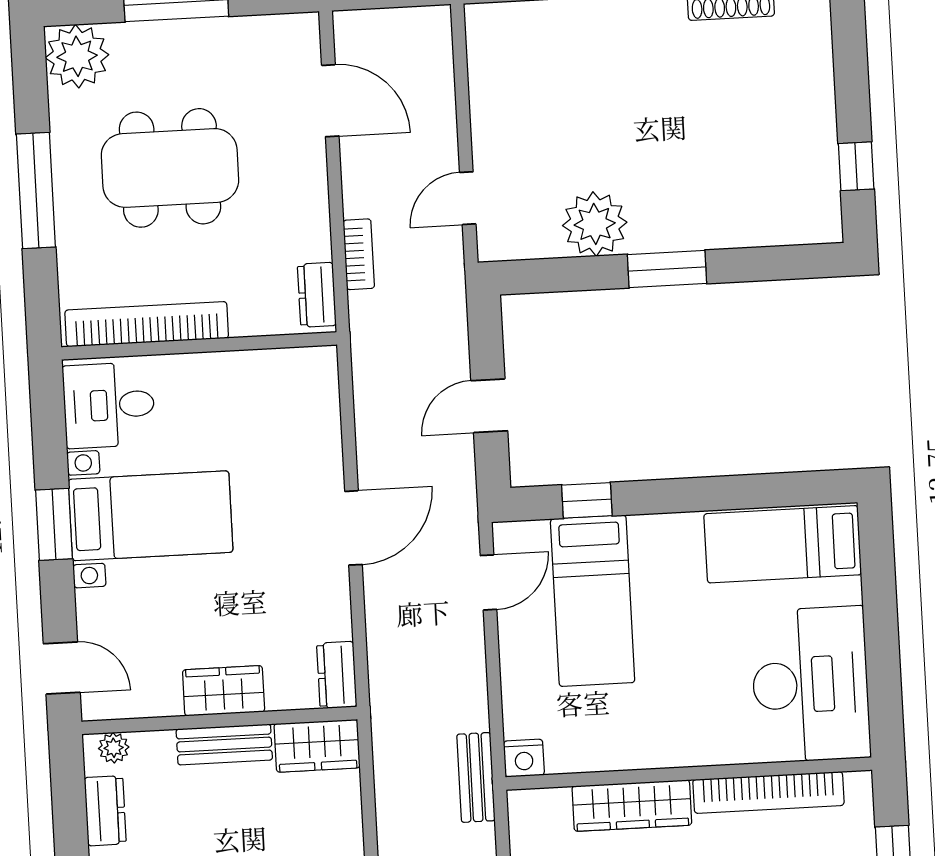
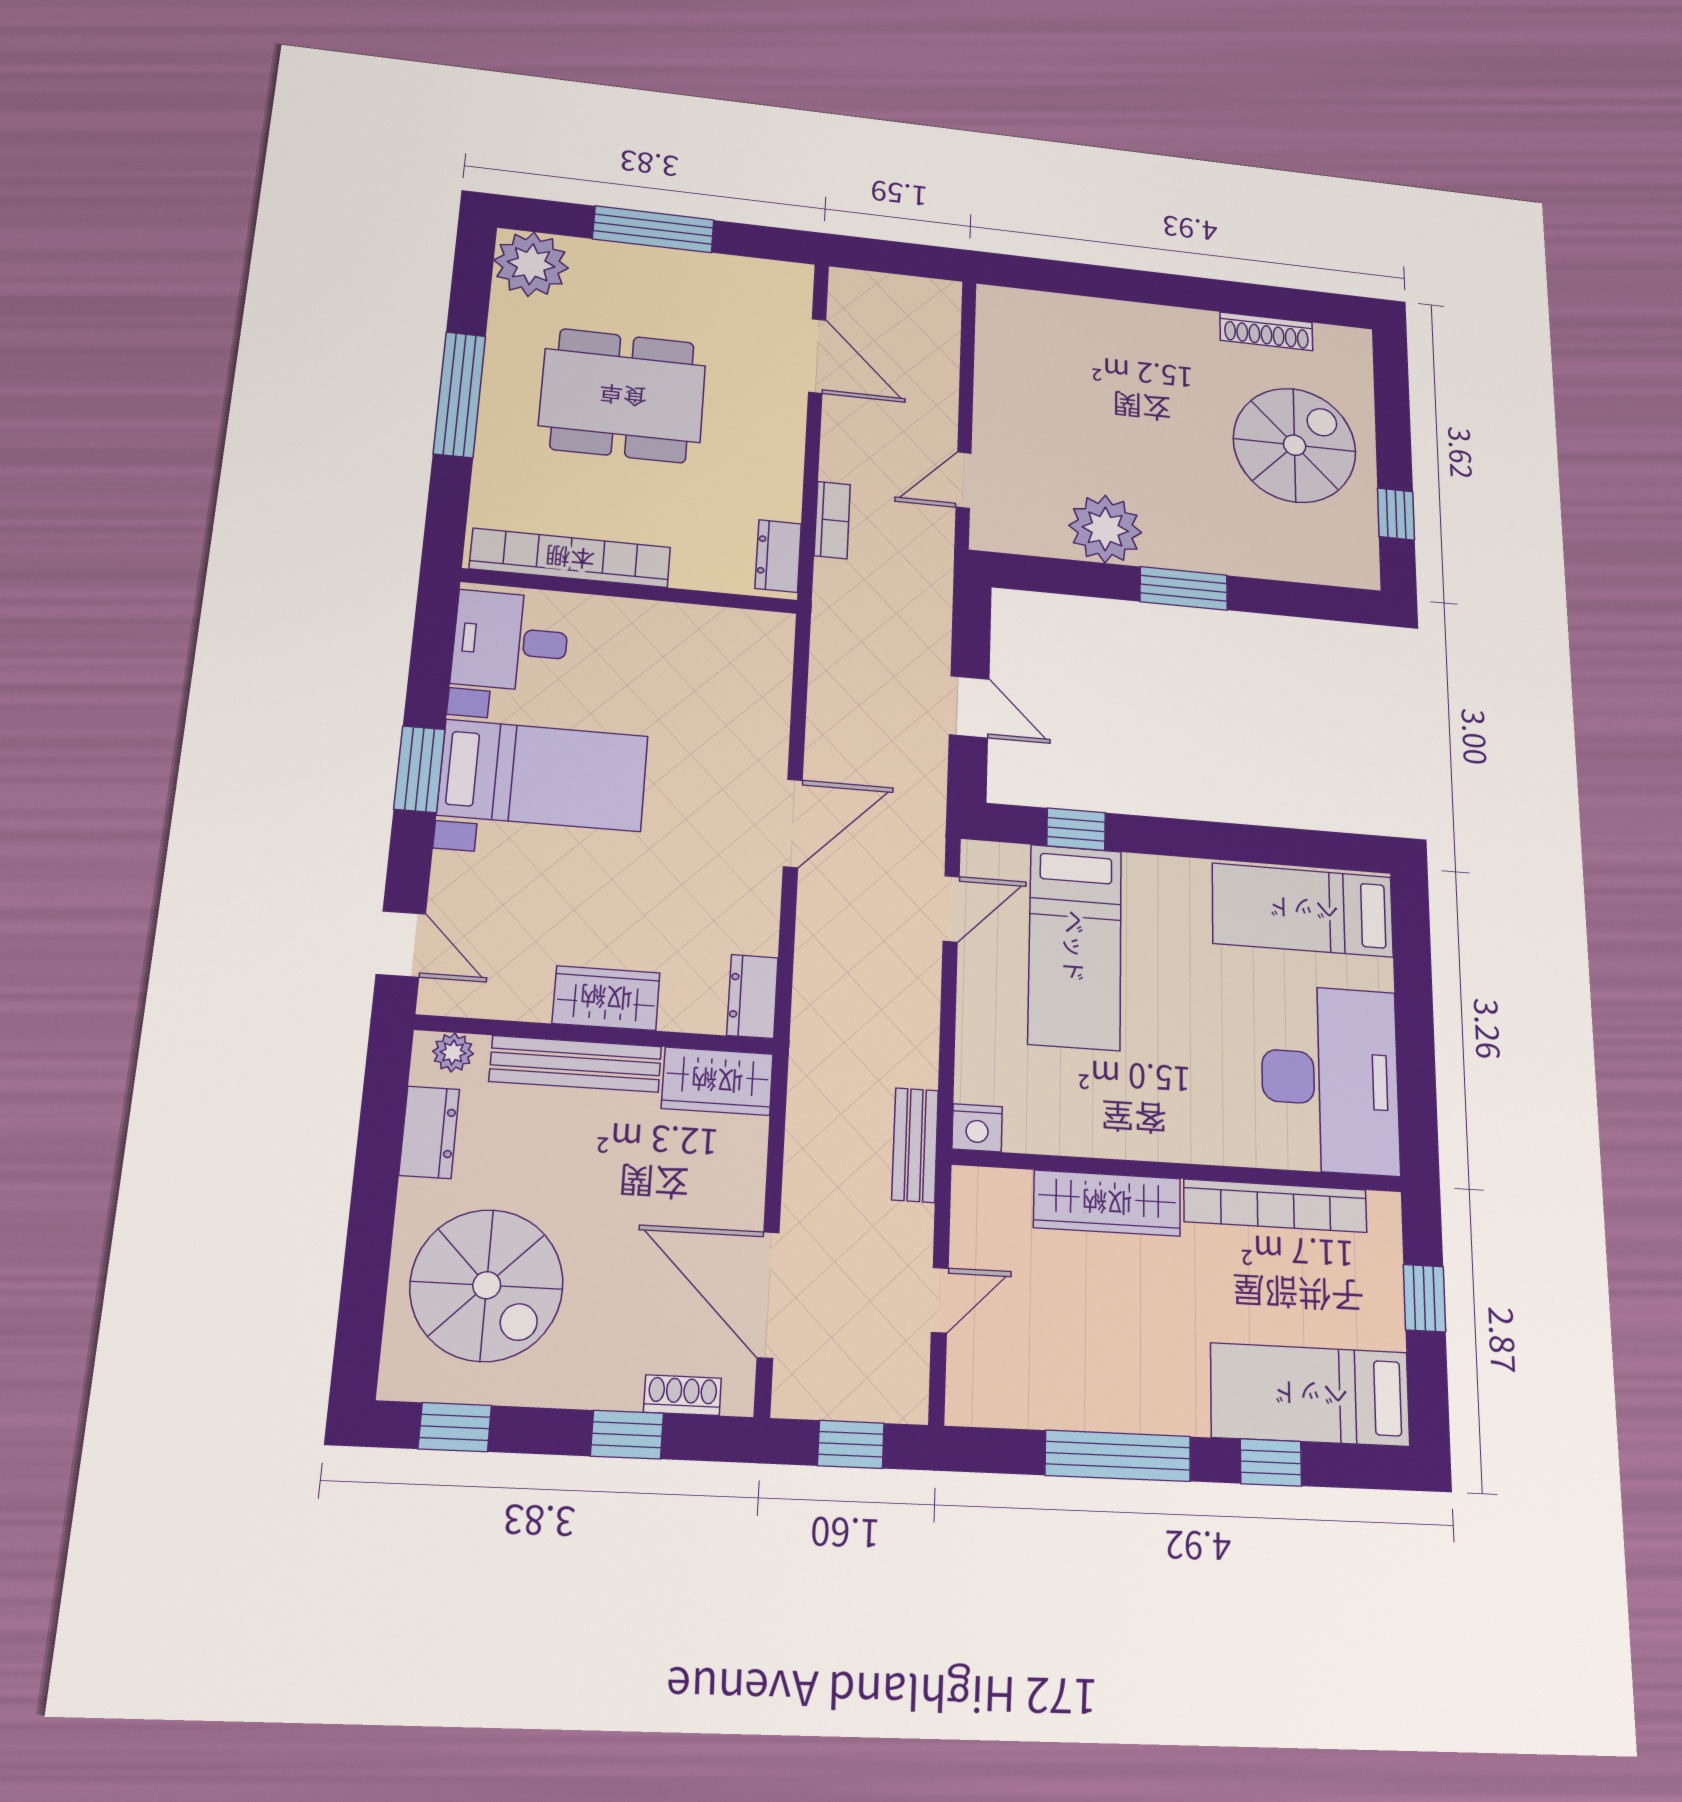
spiral stairs: (761, 114) -> (1295, 445), added
door: (489, 406) -> (969, 707), swing flipped
bench: (224, 745) -> (576, 1064), width x1.36

